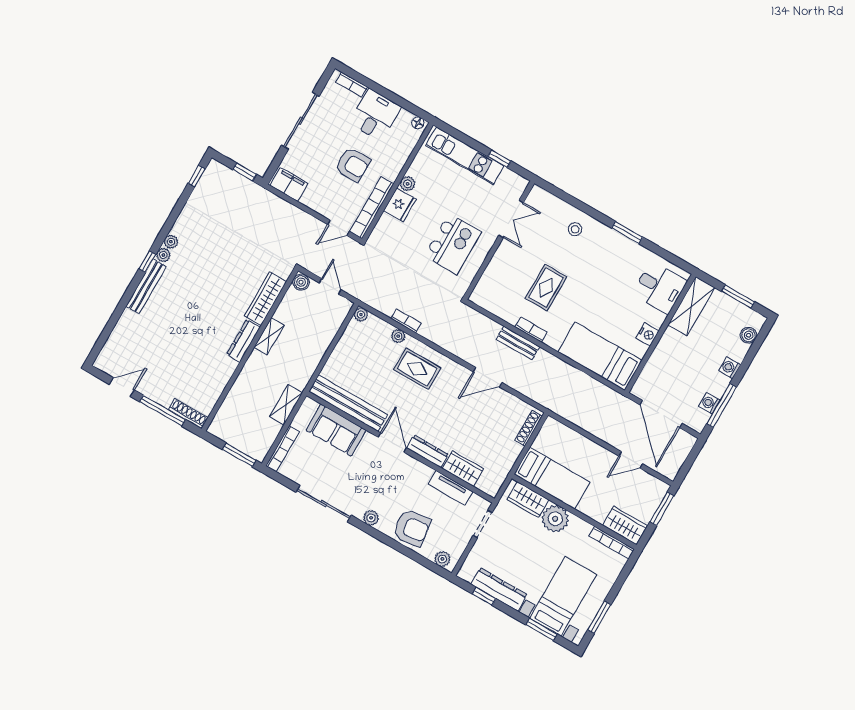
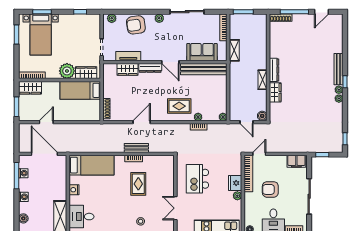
wardrobe: (265, 299) -> (275, 92), width x0.67
dresser: (499, 589) -> (75, 19), removed

